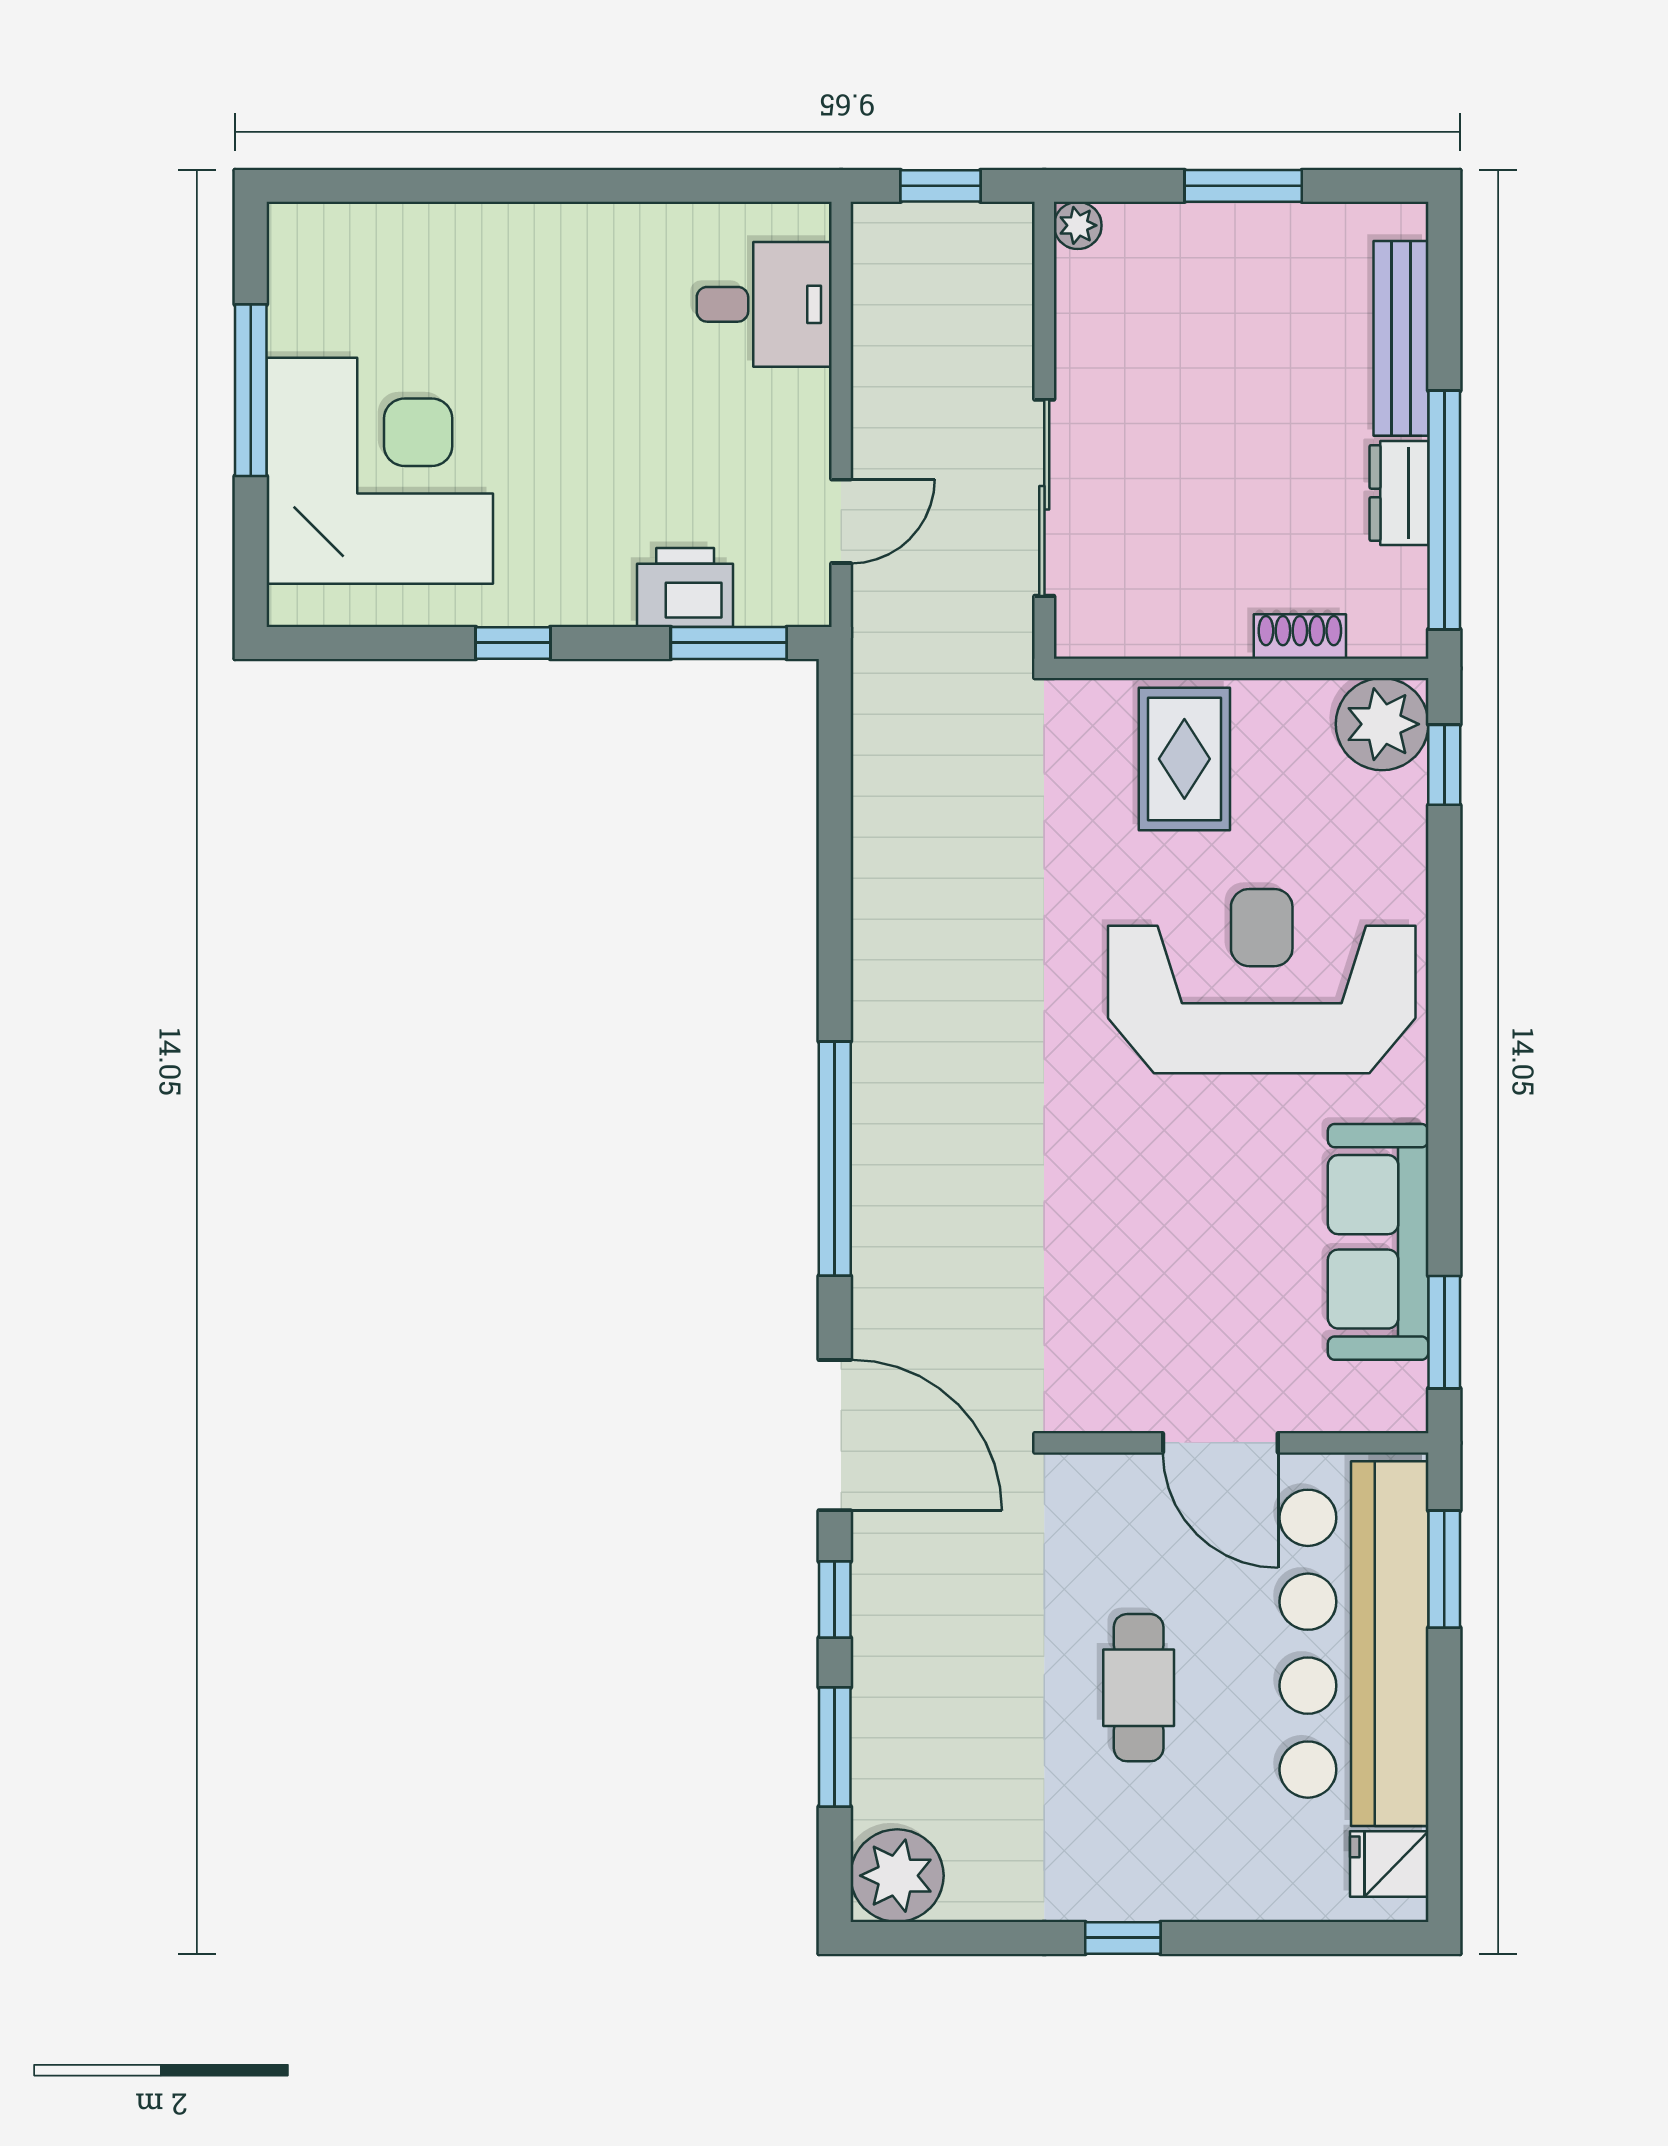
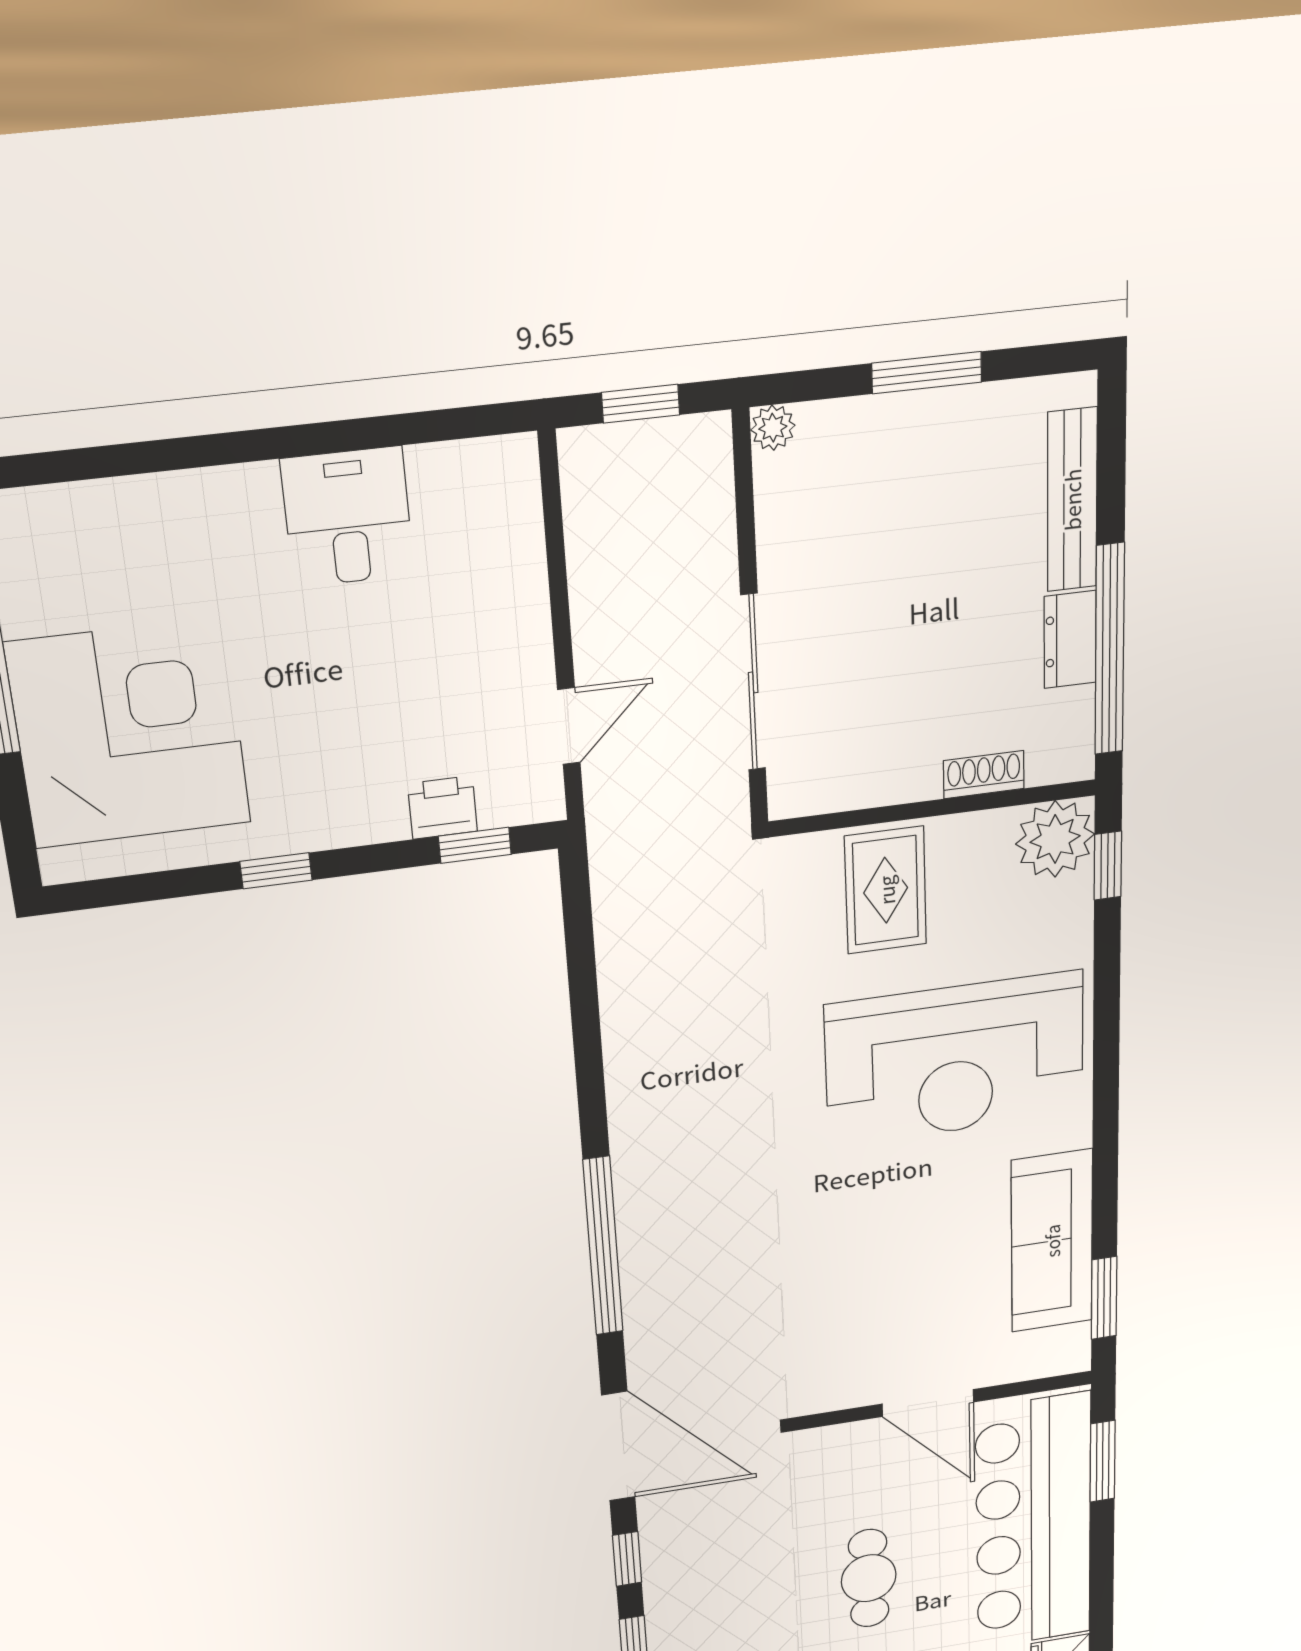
desk: (764, 304) -> (348, 517), moved, turned -90
printer: (685, 587) -> (443, 808), width x0.73, depth x0.81
window: (729, 643) -> (475, 845), width x0.67
reception desk: (1262, 981) -> (955, 1059), turned 180

